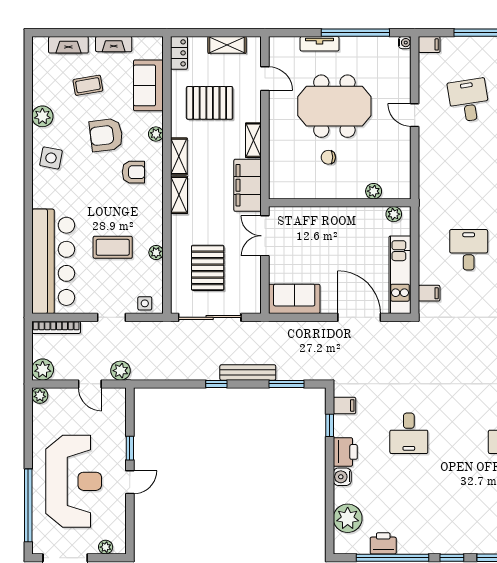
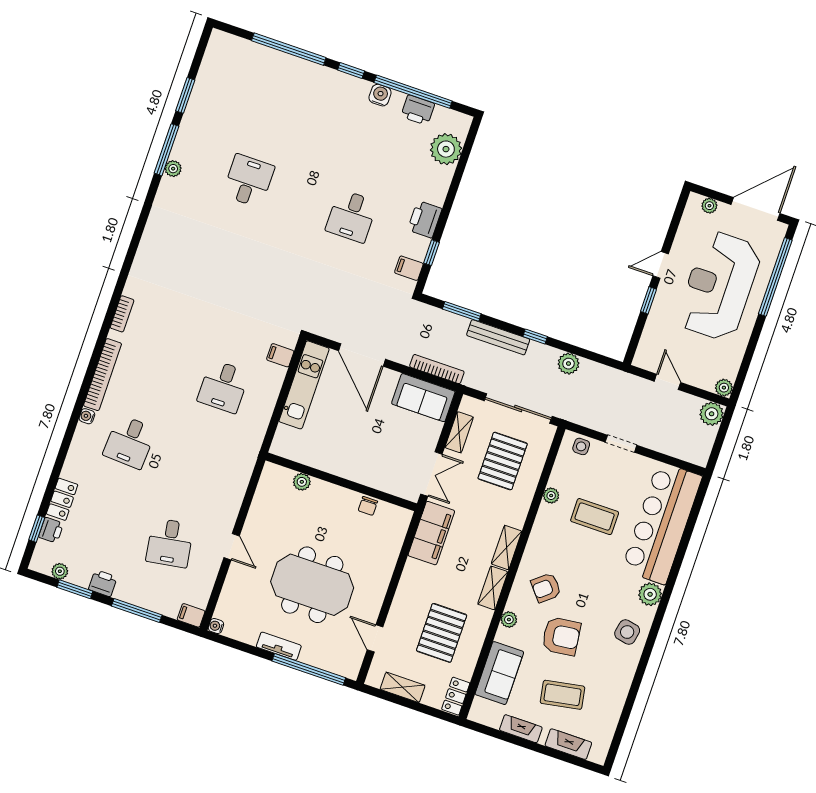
window: (355, 33) -> (309, 669), moved
tv unit: (320, 44) -> (279, 646), moved
coffee table: (88, 85) -> (562, 695), width x1.36, depth x1.30
pallet: (210, 103) -> (442, 633), turned 90
plant: (42, 116) -> (650, 594), moved
shelving: (253, 140) -> (459, 432), moved
chair: (328, 157) -> (368, 506), moved, turned 90
armchair: (133, 172) -> (546, 588), turned -40
plant: (394, 214) -> (289, 451), removed
bookcase: (56, 327) -> (437, 369), moved
plant: (121, 371) -> (568, 364), moved
desk: (409, 433) -> (352, 216), turned 180
water cooler: (342, 477) -> (380, 95), moved, turned -90

